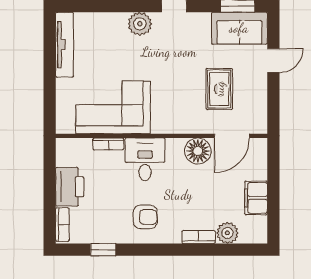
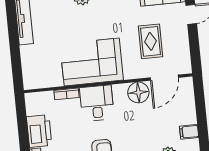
corner sofa: (113, 107) -> (92, 62), moved
filing cabinet: (256, 198) -> (189, 132), width x0.50

